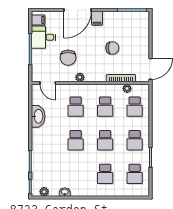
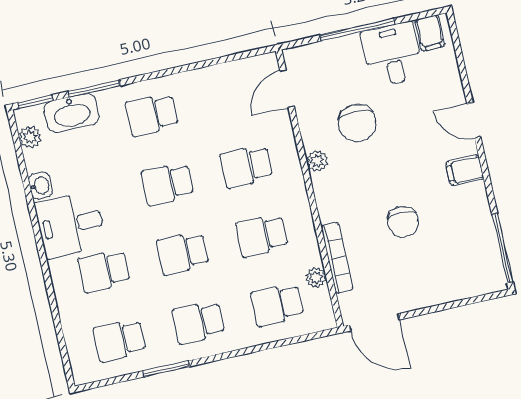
door: (78, 10) -> (474, 120), width x0.53
chair: (68, 58) -> (357, 123), turned -90
washbasin: (38, 116) -> (71, 113), moved
school desk: (46, 140) -> (152, 115), added
desk: (83, 183) -> (70, 225), added

